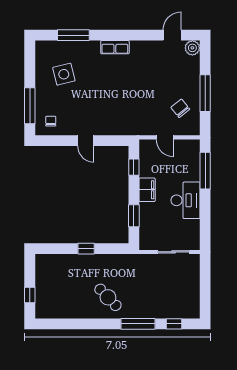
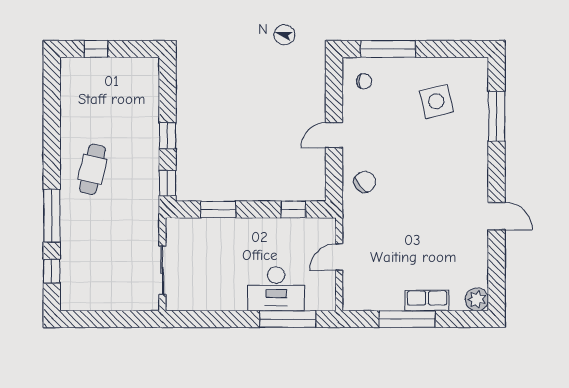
door: (172, 35) -> (497, 216), moved
row of seats: (115, 47) -> (427, 301), moved, turned 90
chair: (180, 108) -> (365, 182), moved
filing cabinet: (147, 190) -> (258, 230), removed
desk: (185, 200) -> (276, 289), moved
window: (117, 249) -> (167, 183), added
cafe table: (108, 297) -> (93, 169), turned -33

